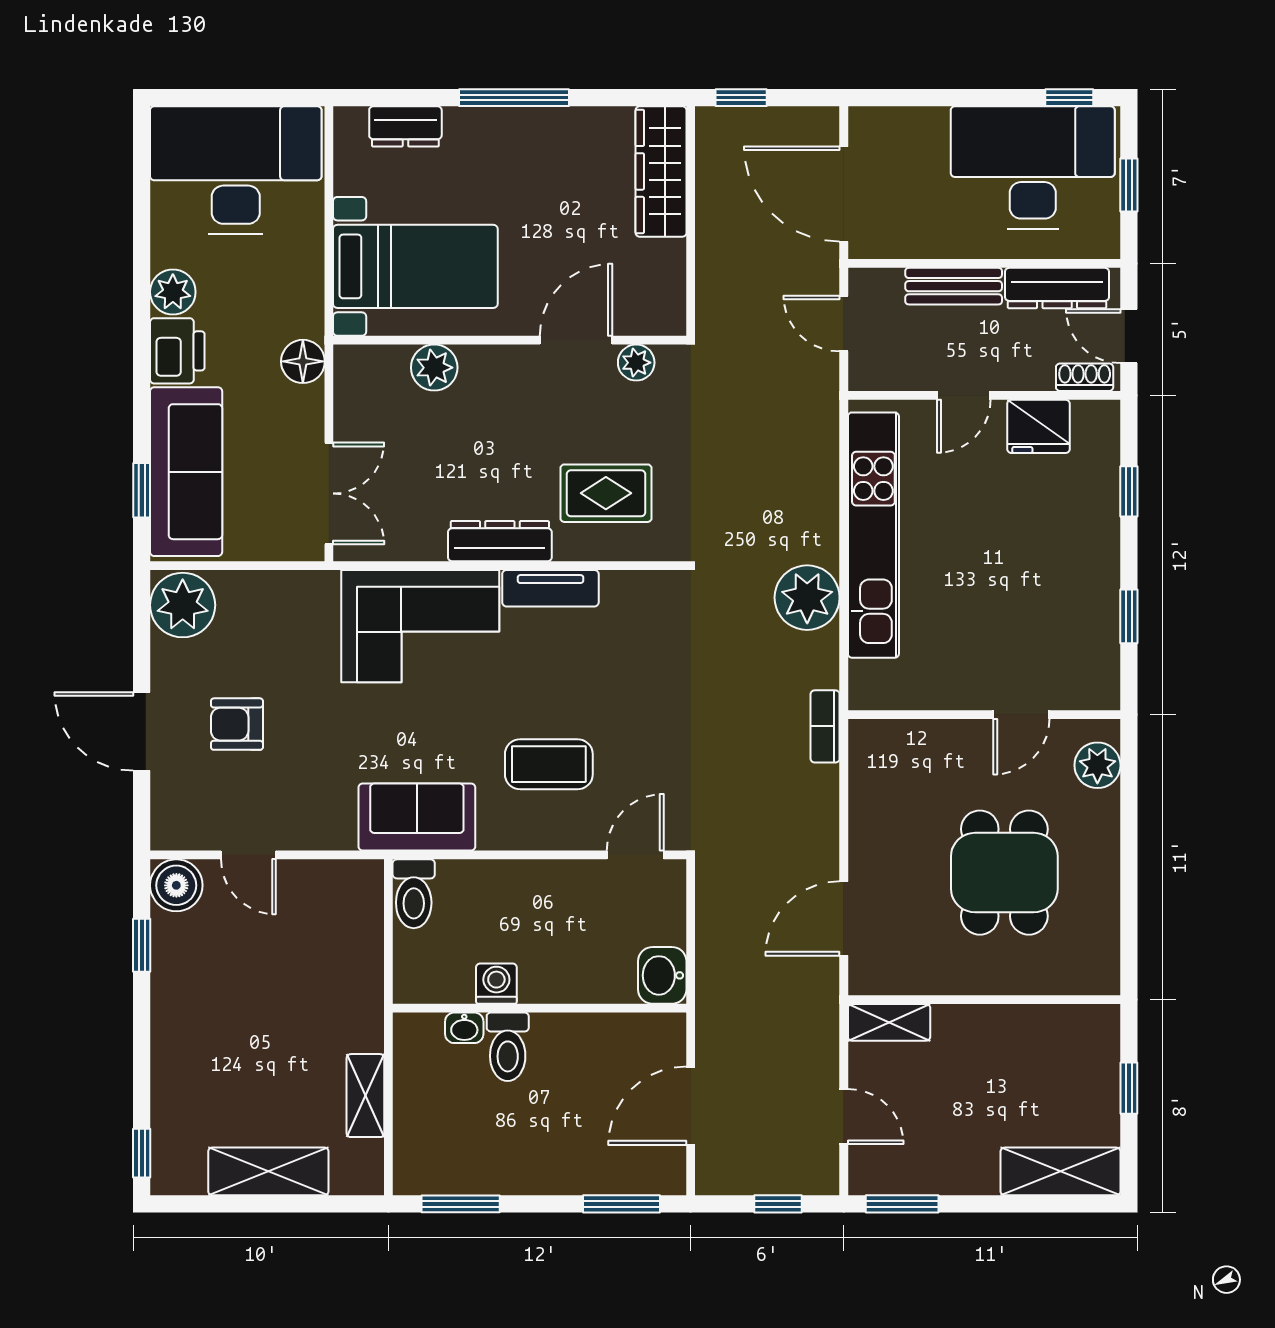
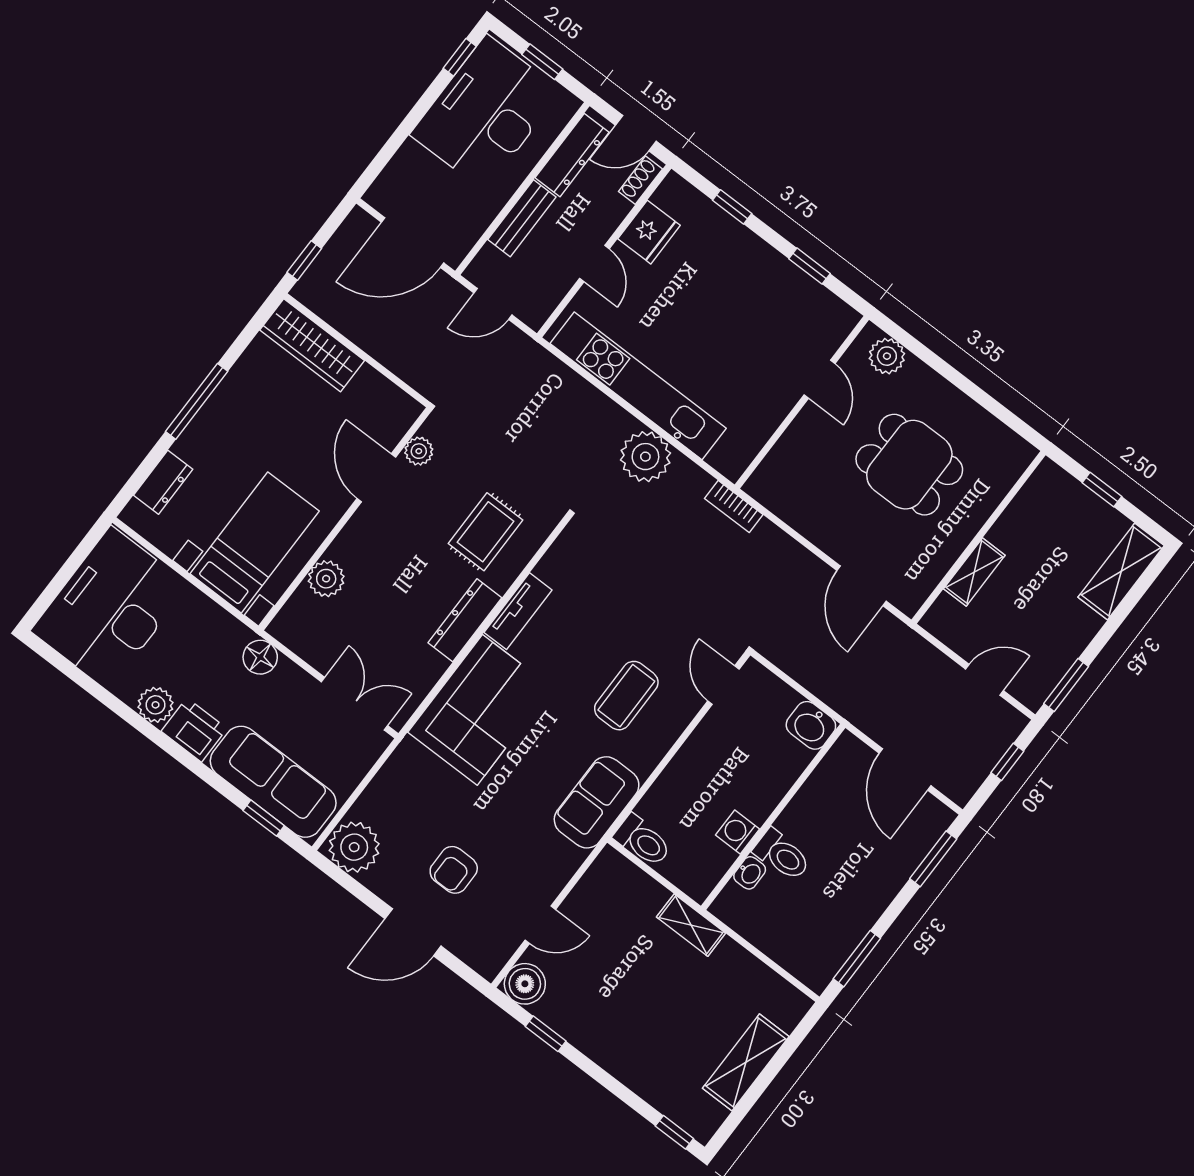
shelving: (889, 1022) -> (974, 572), moved
shelving: (365, 1096) -> (691, 925), moved

